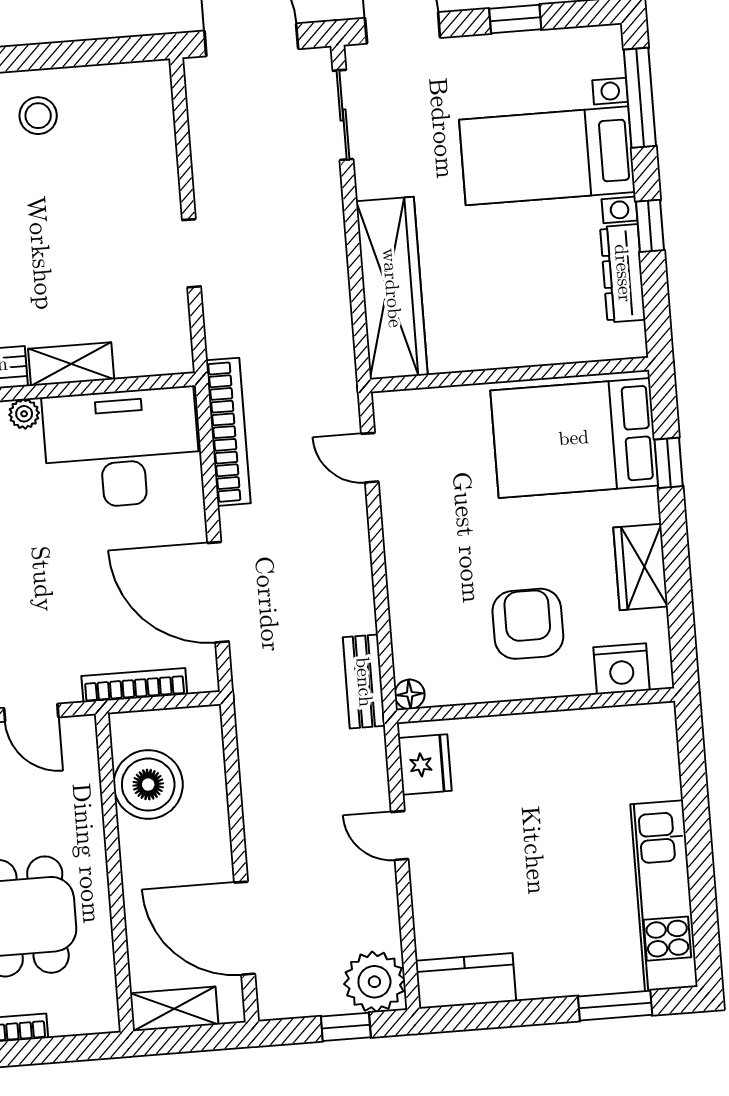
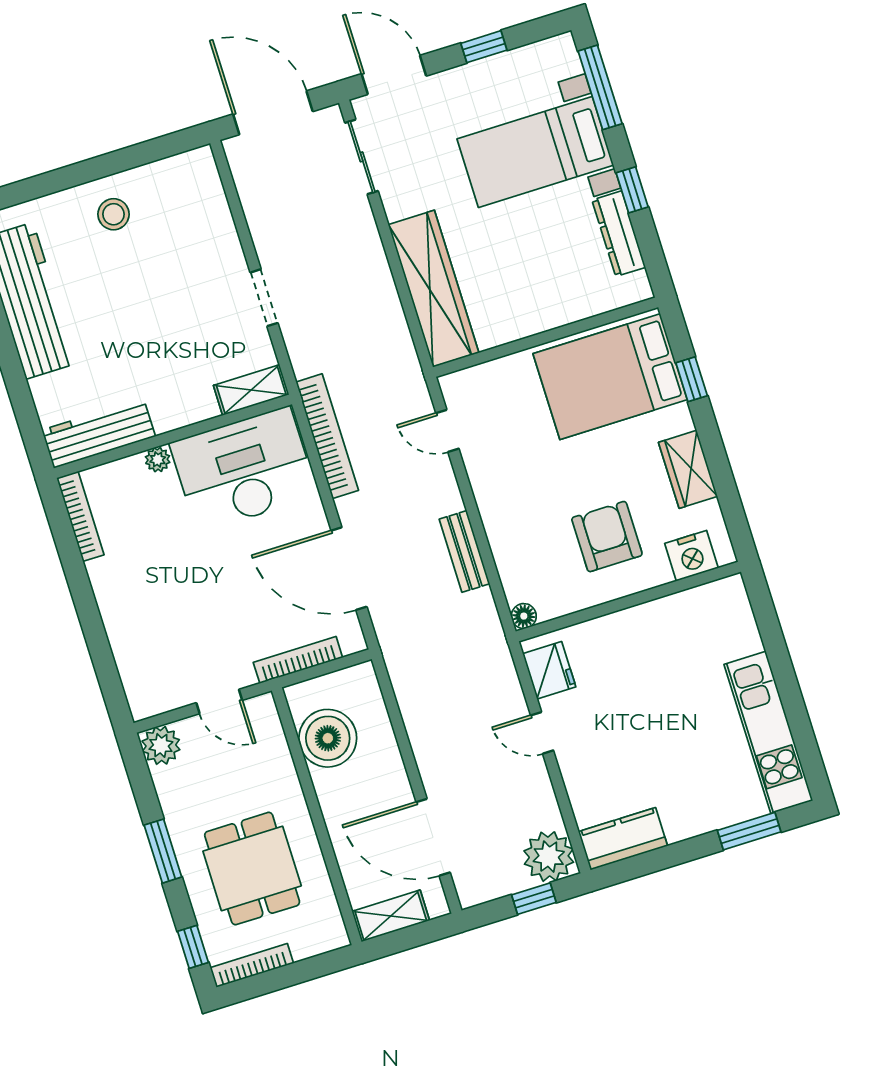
shelving: (71, 364) -> (251, 390), moved
bench: (364, 682) -> (465, 551), moved

